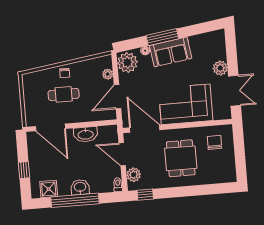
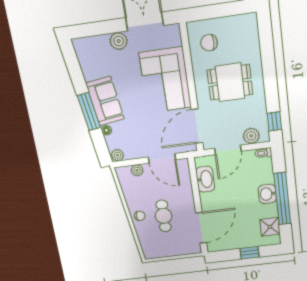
plant: (127, 62) -> (117, 155), width x0.53, depth x0.53
washbasin: (86, 134) -> (205, 179), moved

